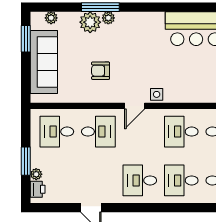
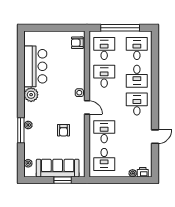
plant: (90, 22) -> (31, 95), moved
window: (26, 39) -> (63, 180), moved
desk: (181, 132) -> (104, 76), turned 180
window: (26, 161) -> (124, 180), removed
desk: (140, 180) -> (137, 104), turned 180

